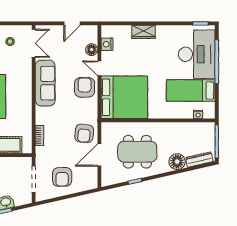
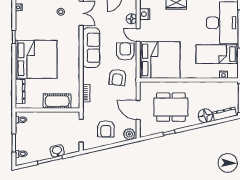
armchair: (84, 133) -> (117, 77), moved
door: (99, 155) -> (138, 110), hinge flipped
plant: (89, 183) -> (129, 134), added

